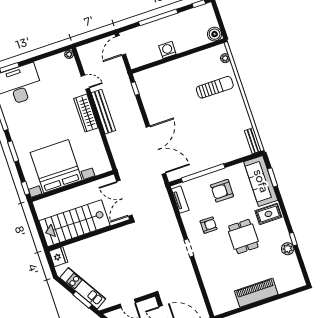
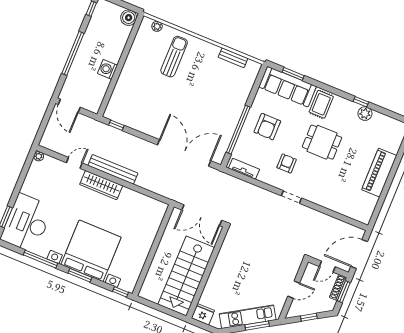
bench: (253, 141) -> (233, 58), moved
bed with nightstands: (56, 166) -> (91, 251), moved, turned 90

